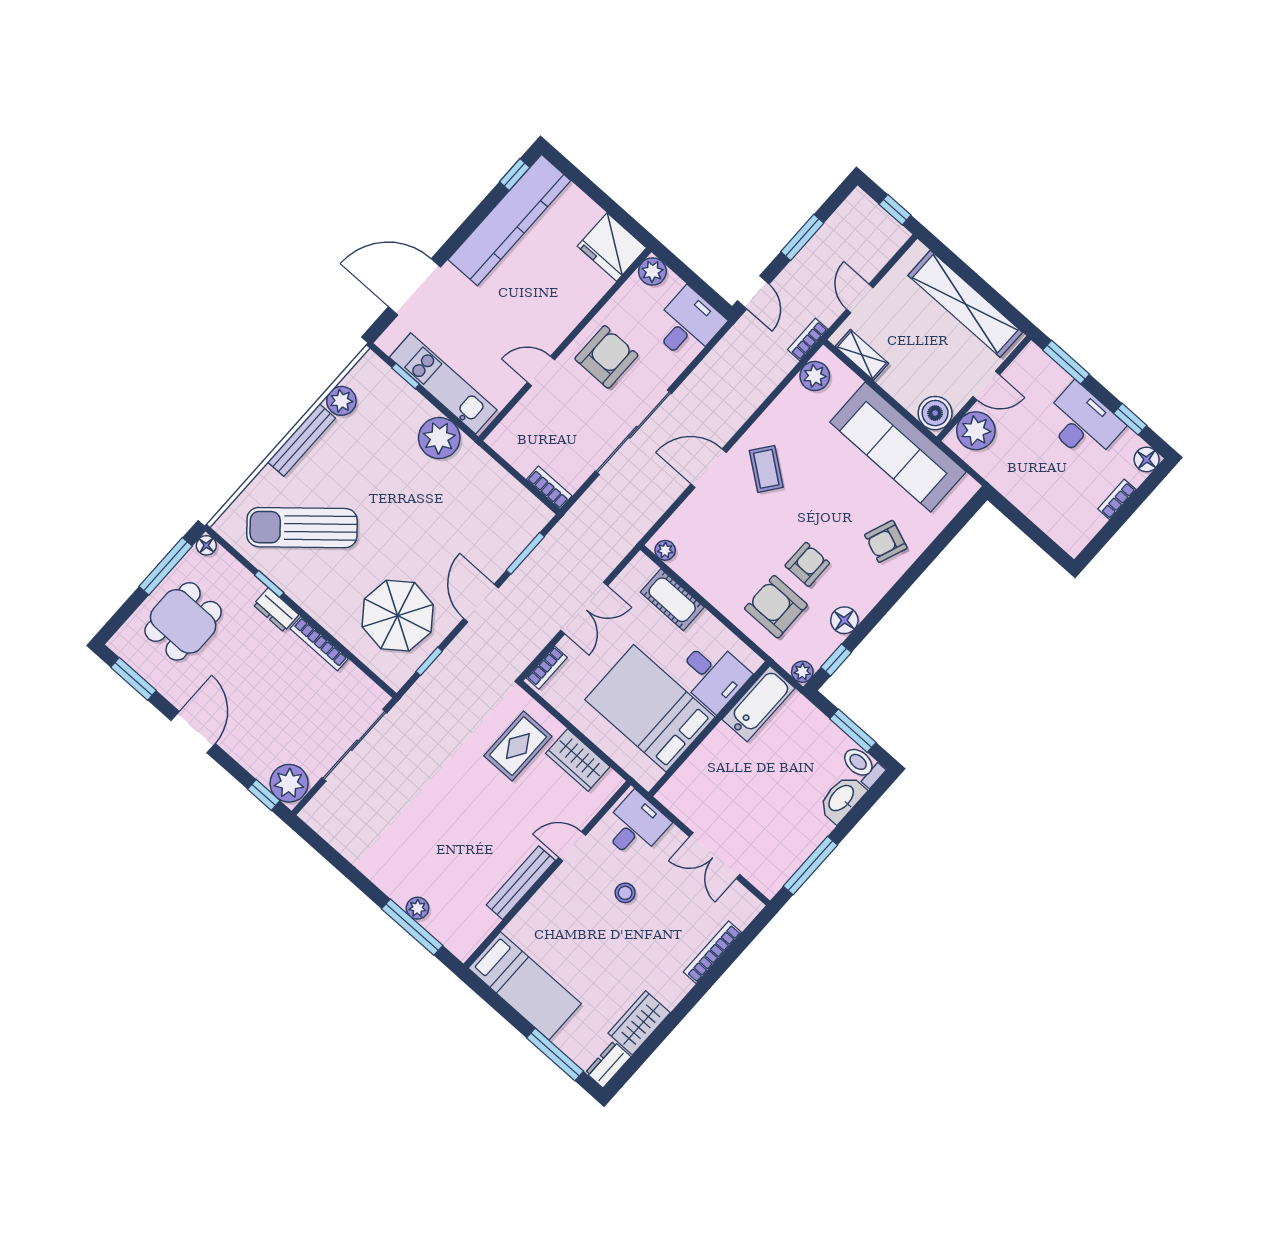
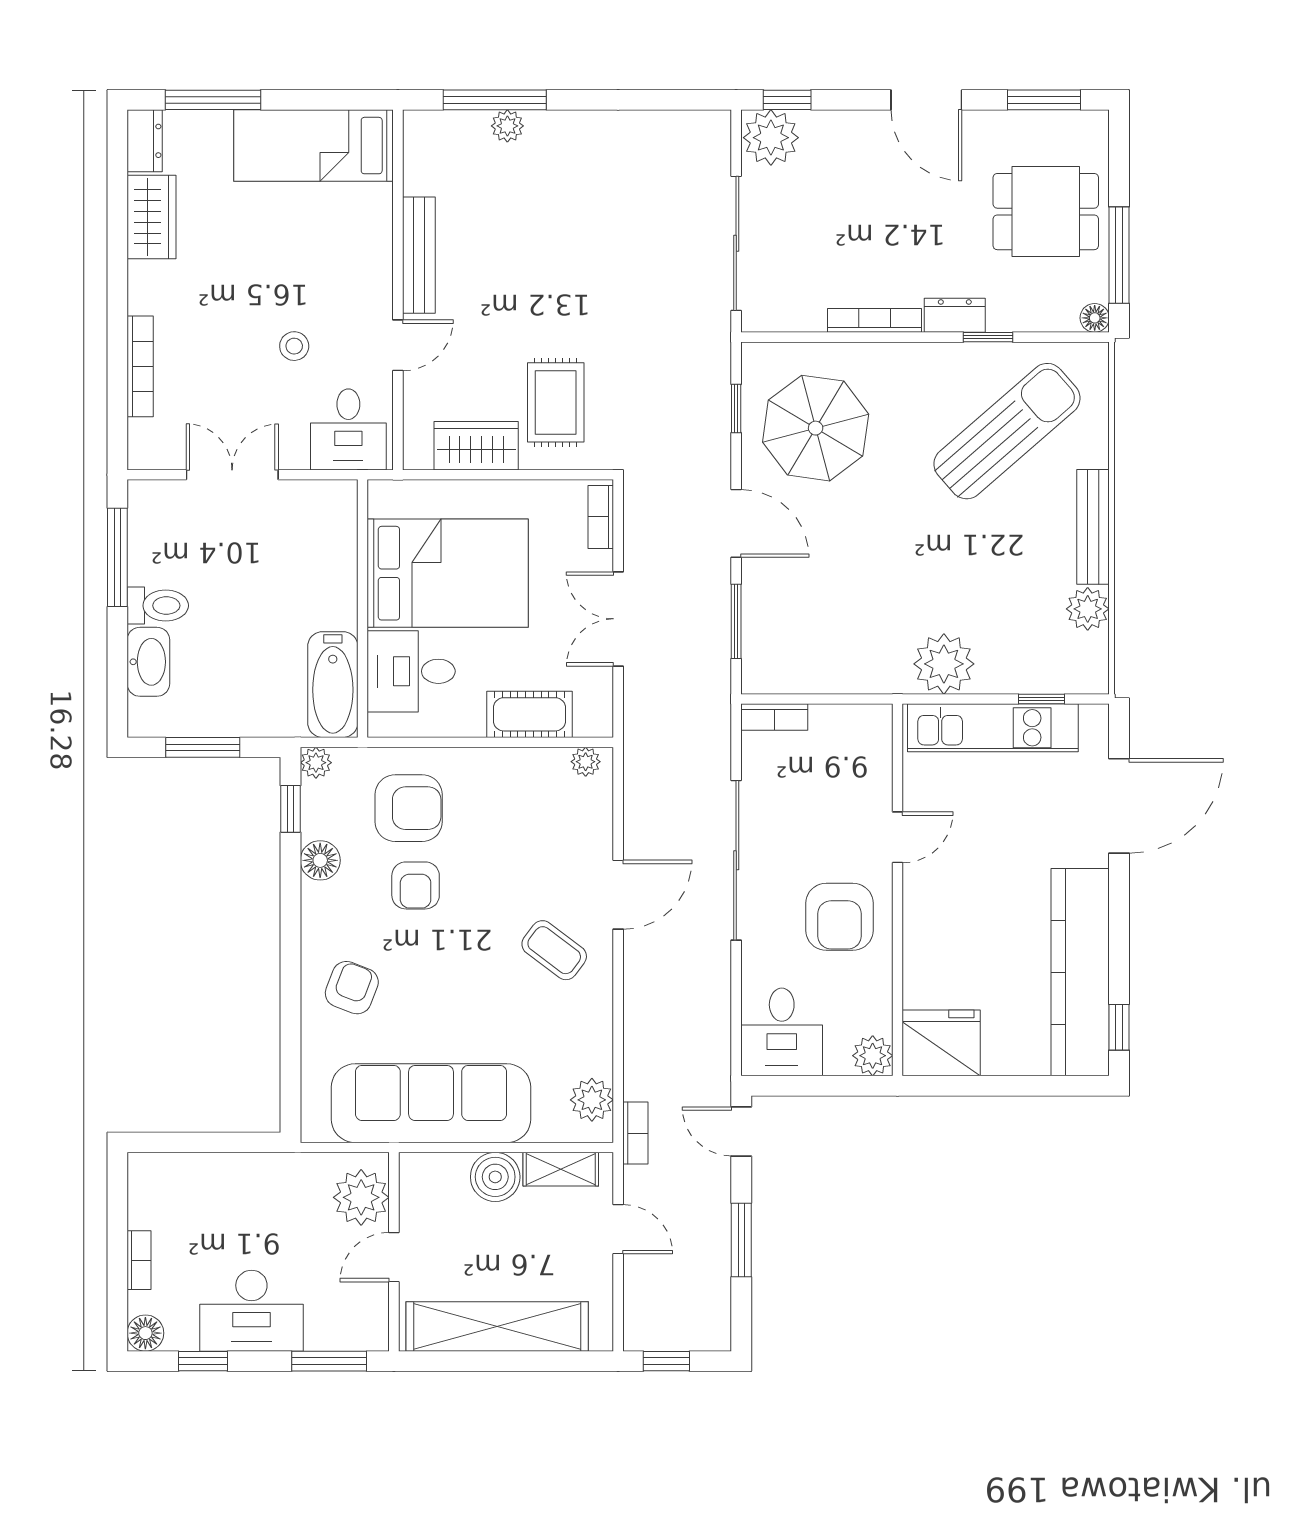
boiler: (935, 413) -> (495, 1177), moved
dining table: (183, 621) -> (1046, 212), turned 90
toilet: (862, 766) -> (158, 606), moved

